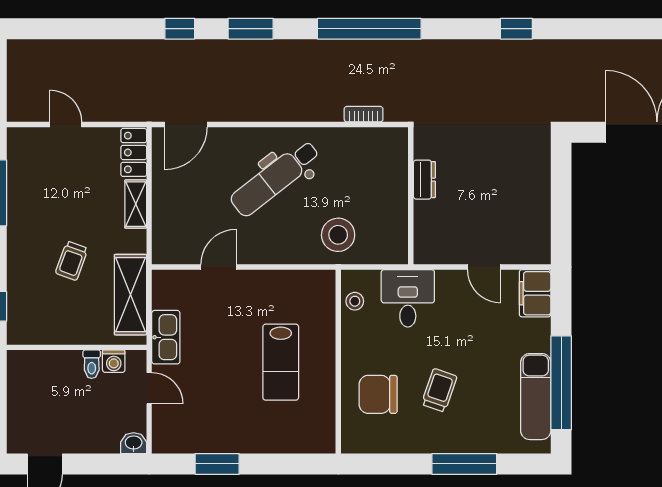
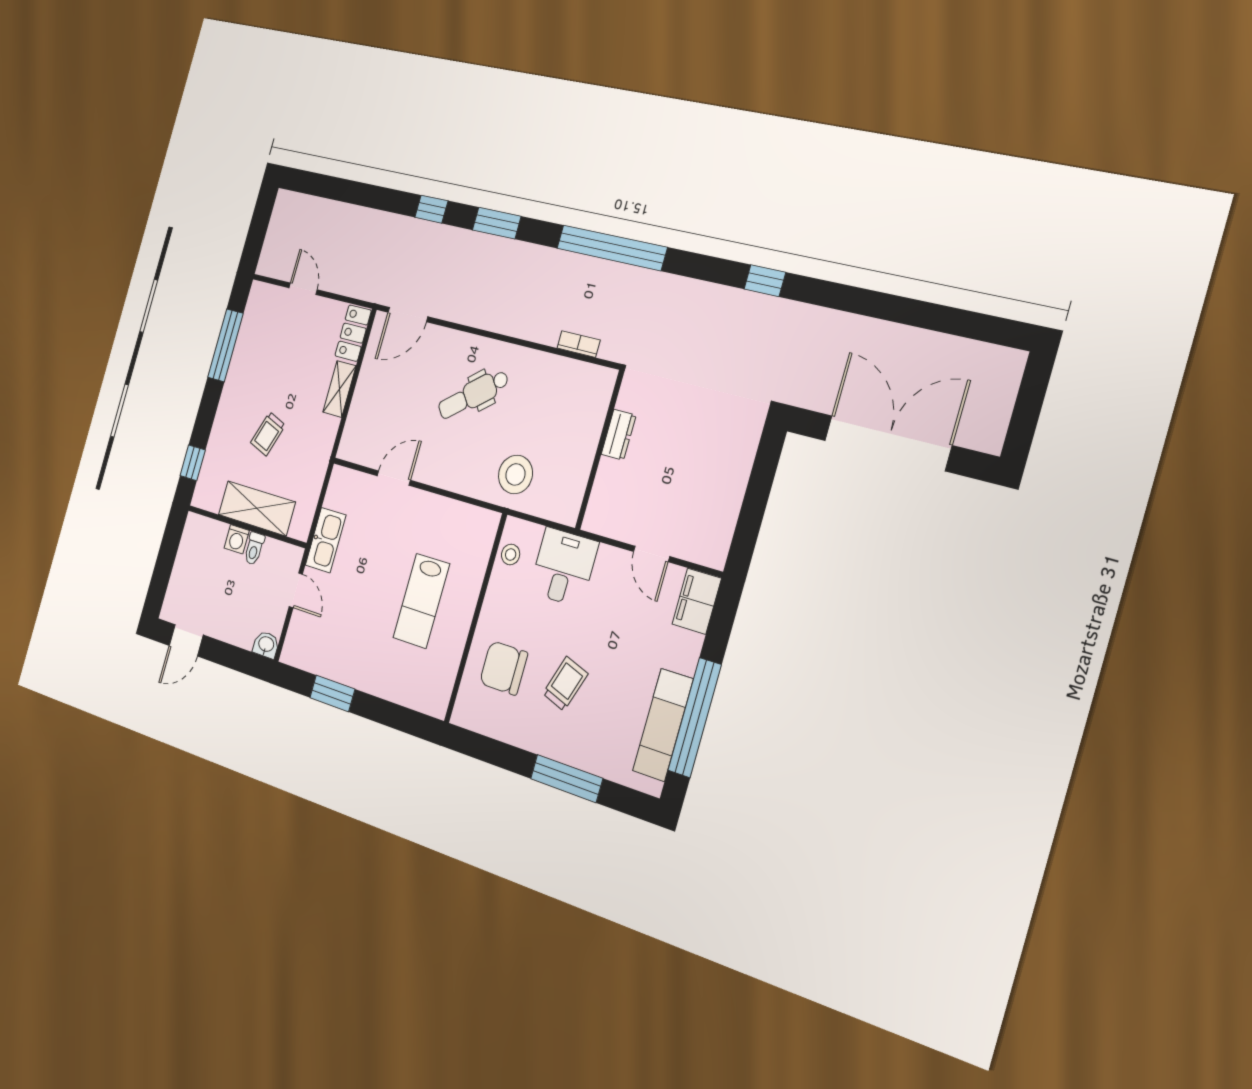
dental chair: (275, 178) -> (473, 394), width x0.73, depth x0.72
shelving: (130, 295) -> (257, 508), moved, turned 90
washing machine: (114, 361) -> (237, 539), moved

